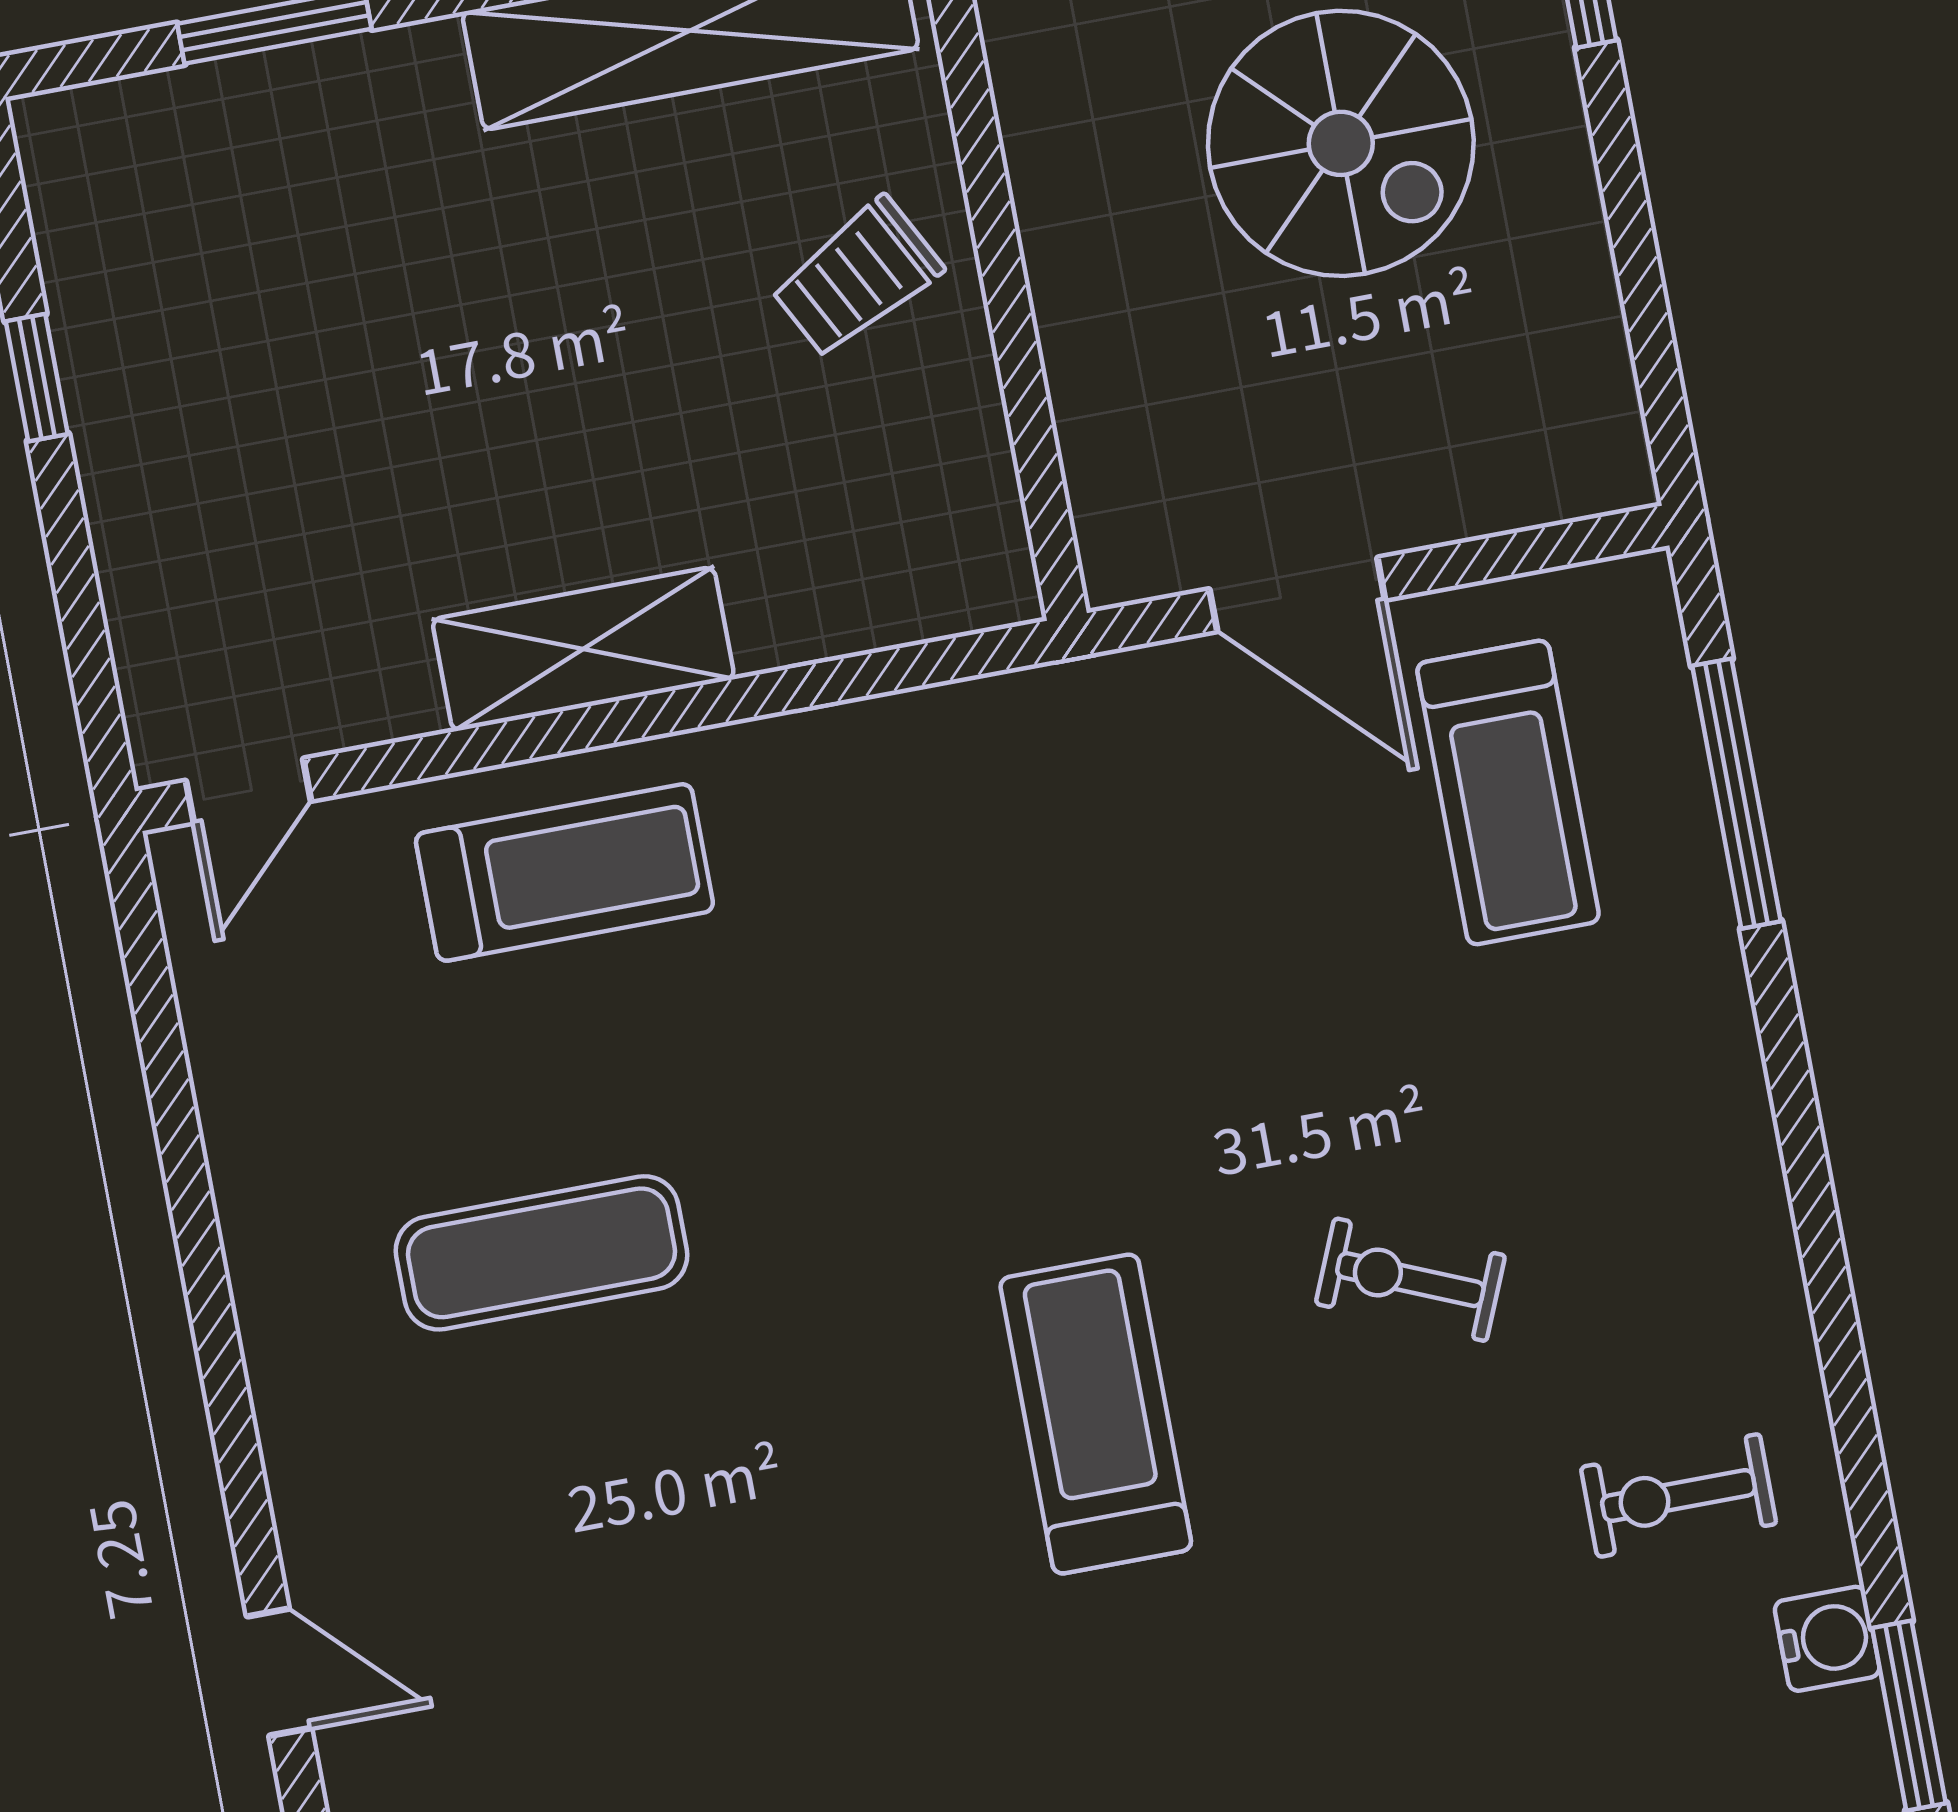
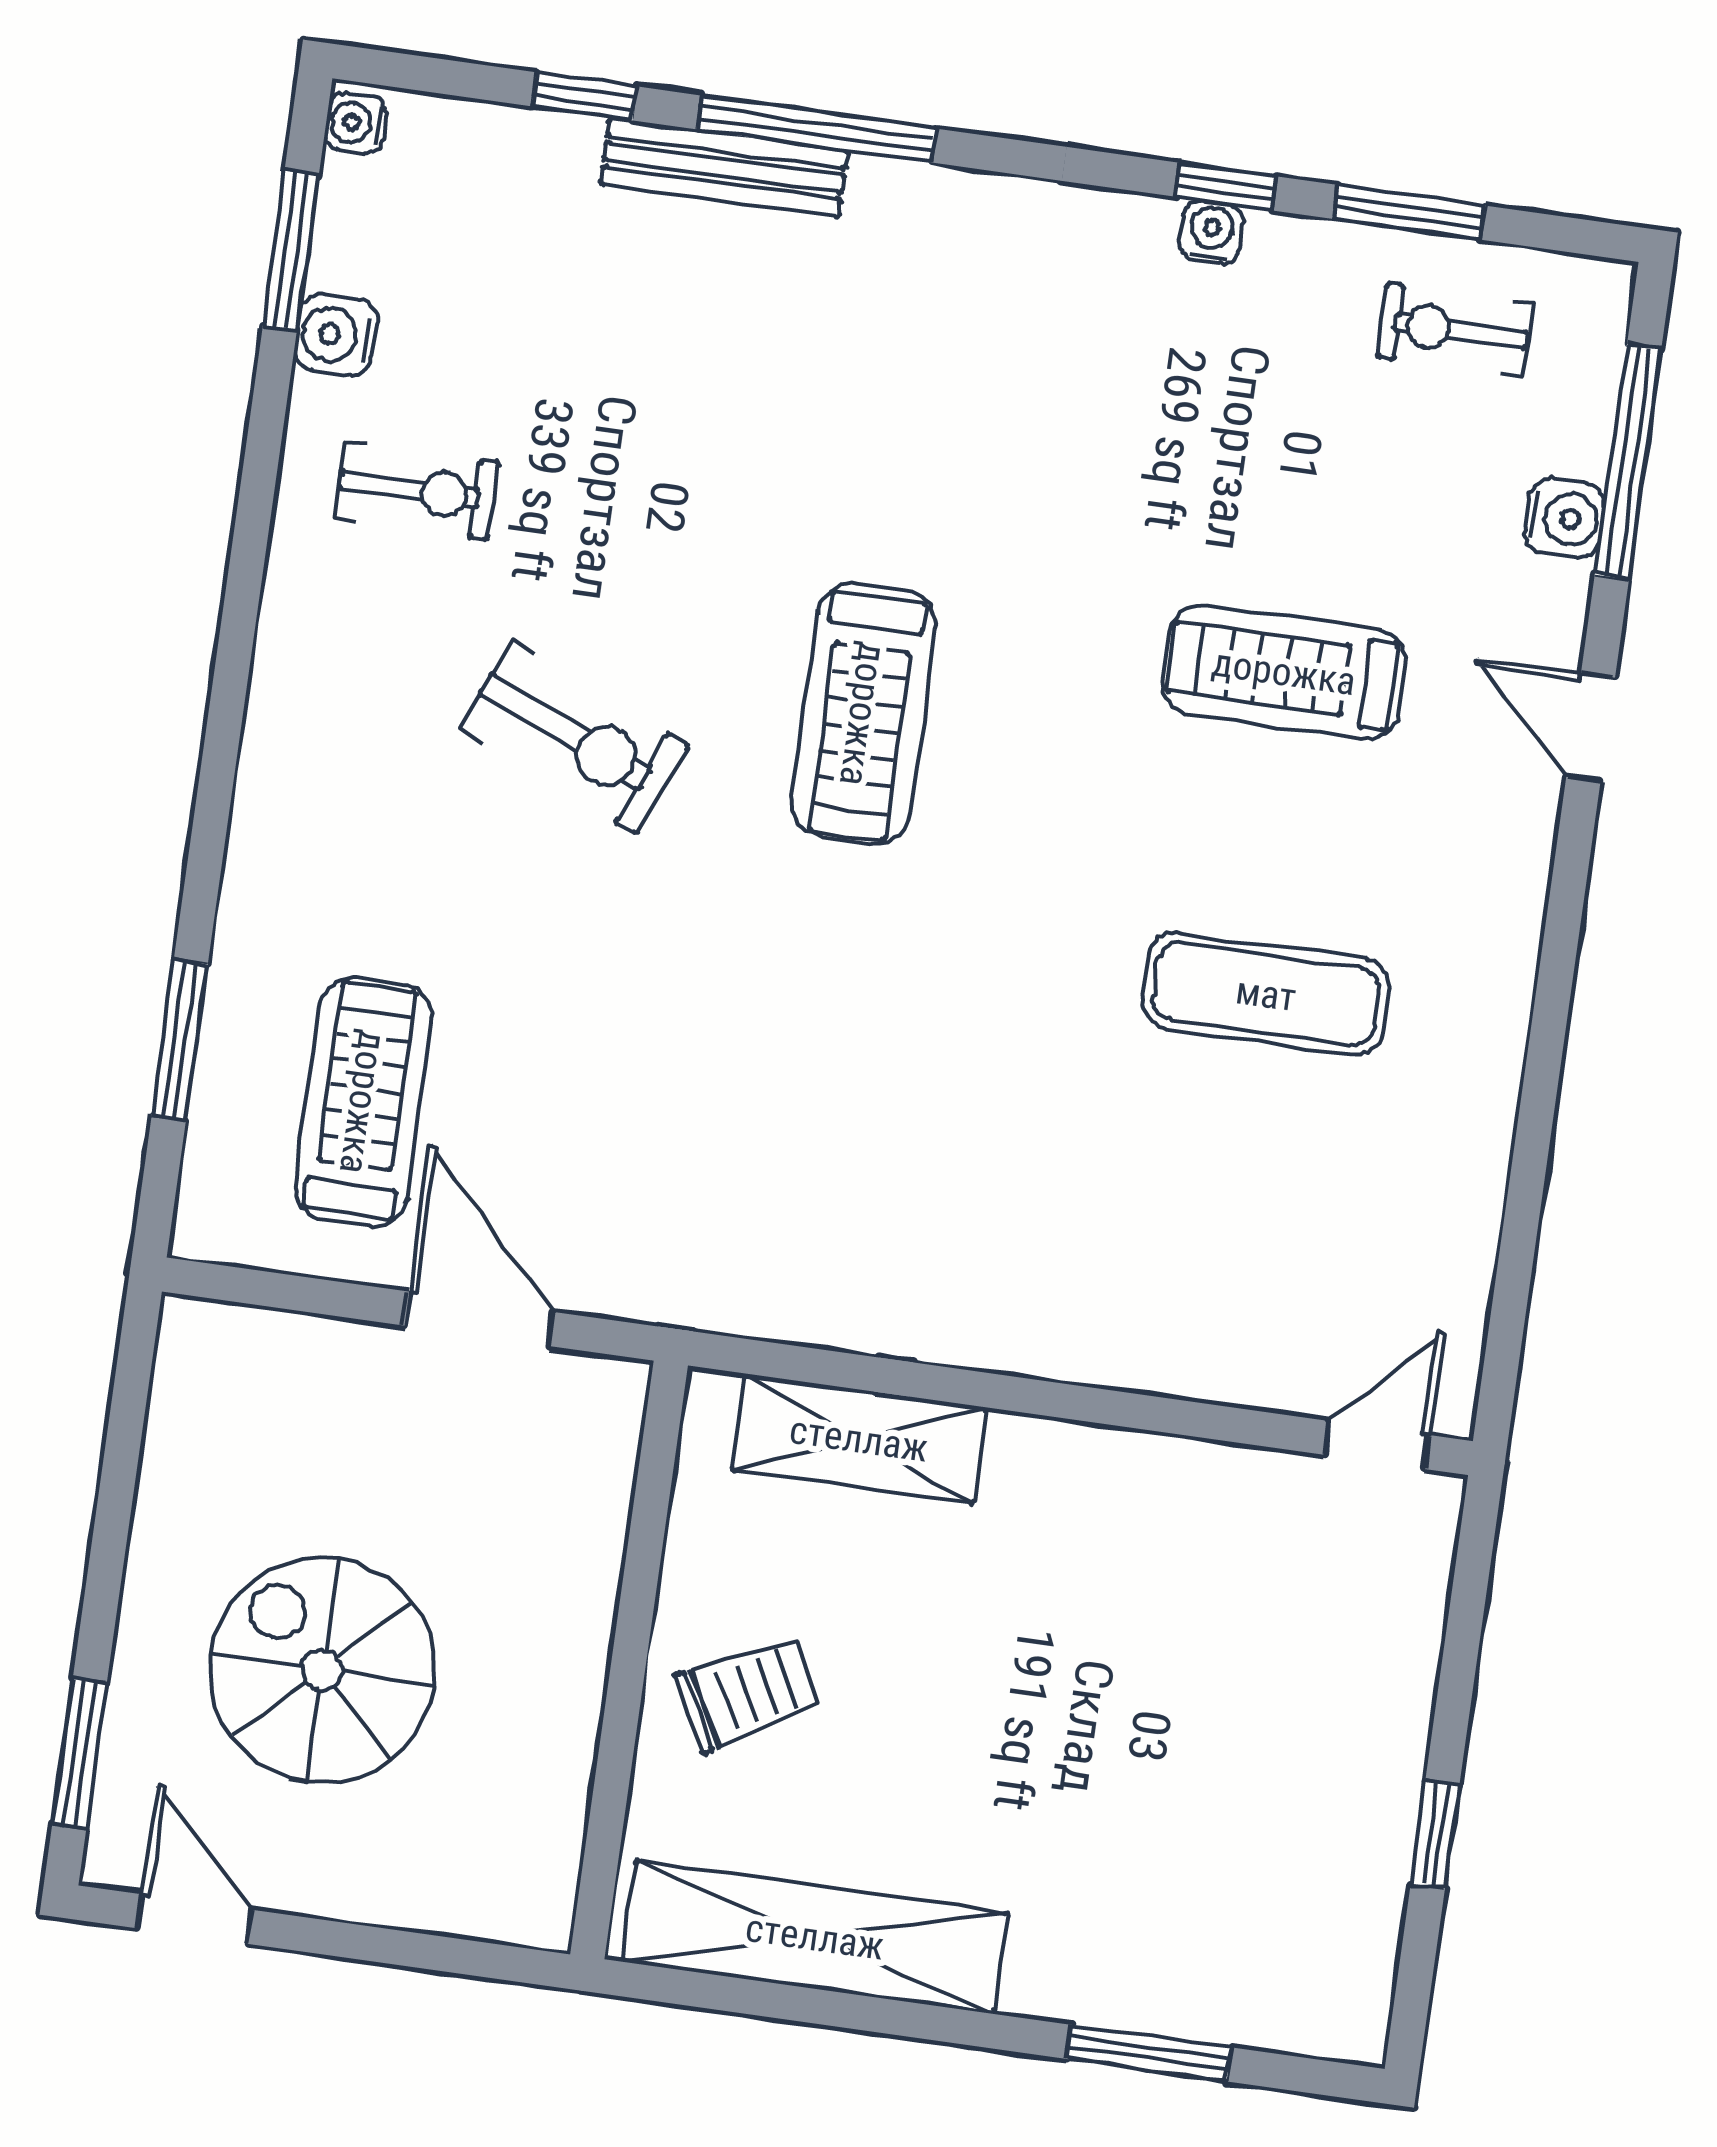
shelving: (583, 649) -> (859, 1439), moved
window: (1736, 794) -> (180, 1040), width x0.69
treadmill: (564, 872) -> (1284, 672), moved
exercise bike: (1410, 1280) -> (574, 737), width x1.38, depth x1.39

